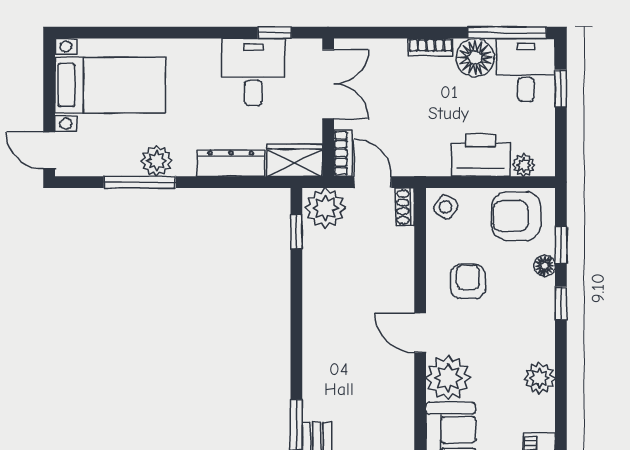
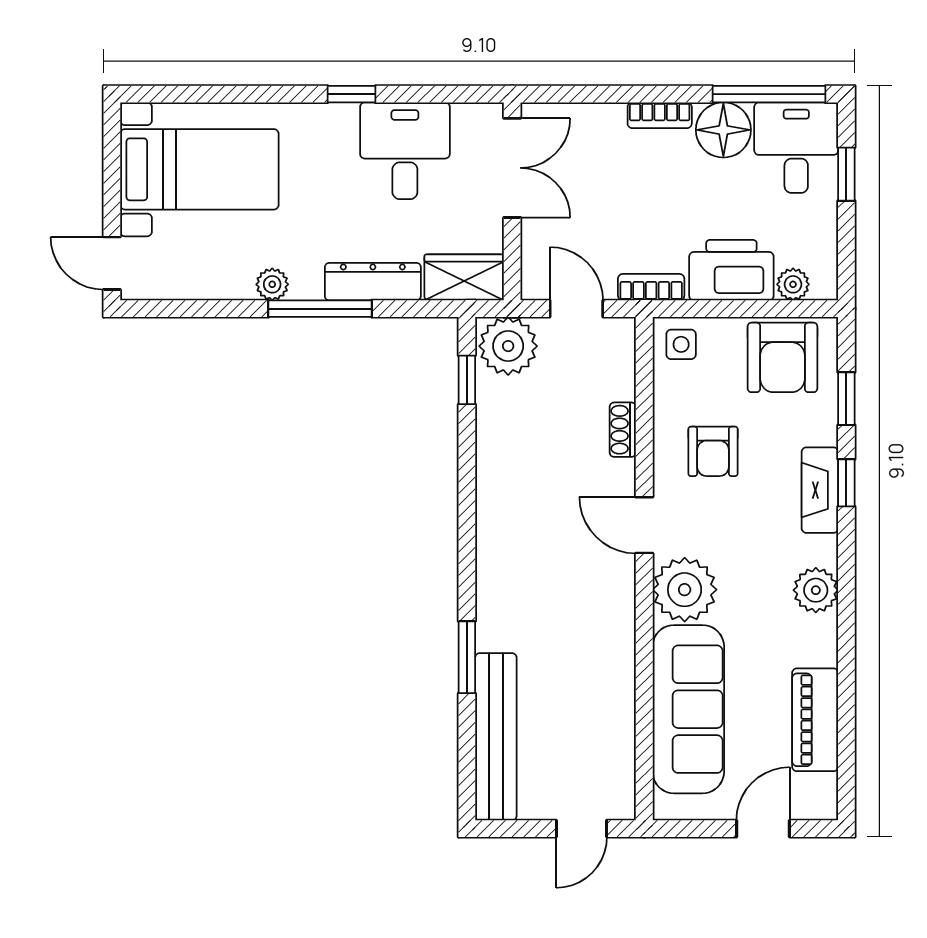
window: (275, 33) -> (351, 94), moved
bookcase: (343, 153) -> (651, 287), moved, turned -90
plant: (157, 161) -> (272, 284), width x0.73, depth x0.73
window: (140, 182) -> (320, 309), moved
shoe rack: (405, 207) -> (623, 430), moved
side table: (446, 207) -> (681, 344), turned -34
armchair: (516, 216) -> (782, 357), turned -90
floor lamp: (545, 266) -> (823, 429), removed
armchair: (468, 281) -> (713, 451), turned 180
fireplace: (542, 308) -> (820, 490), added

